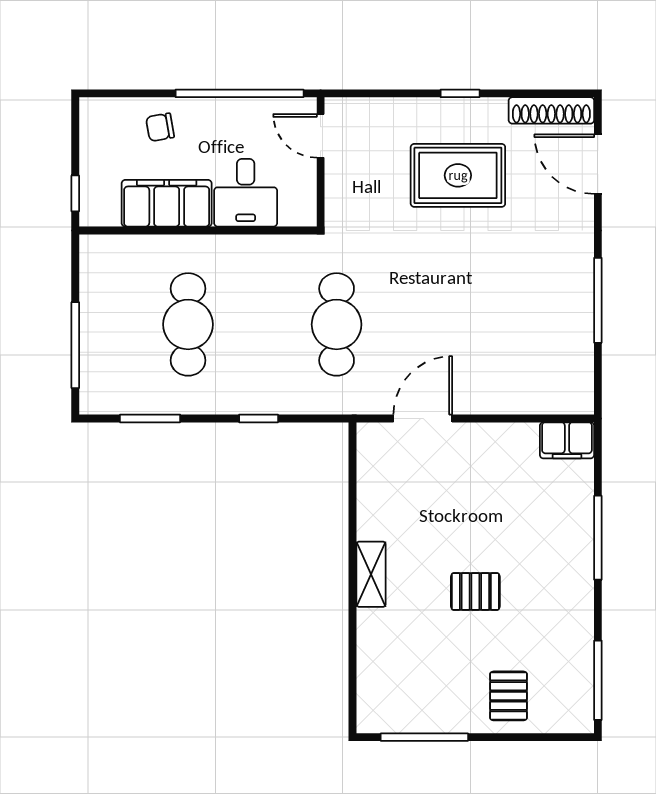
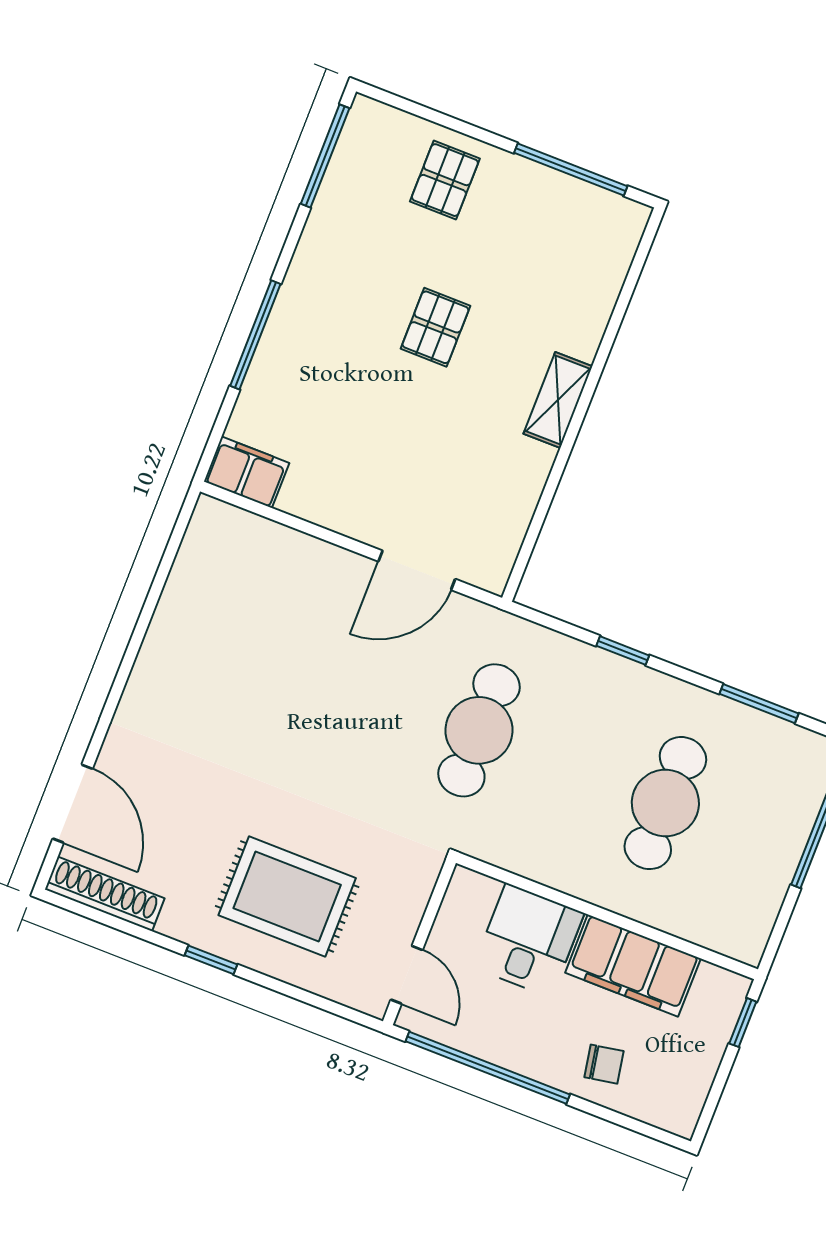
rug: (458, 175) -> (287, 897), moved
window: (598, 300) -> (139, 633), removed
pallet: (475, 592) -> (435, 327), turned 90

